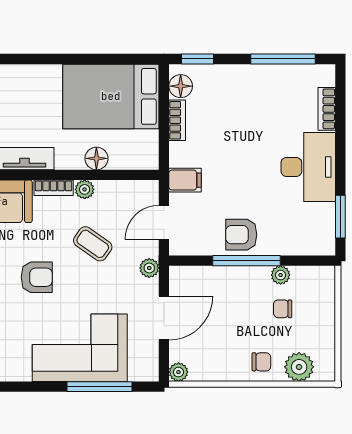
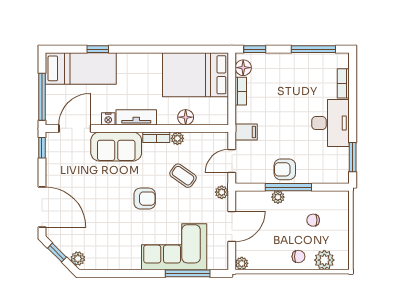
plant: (281, 275) -> (278, 197), moved

